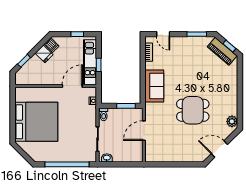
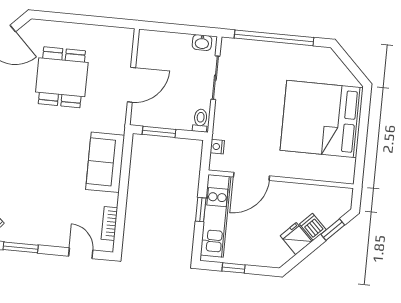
dishwasher: (51, 45) -> (313, 227), moved
dining table: (193, 110) -> (62, 77), moved, turned 90

